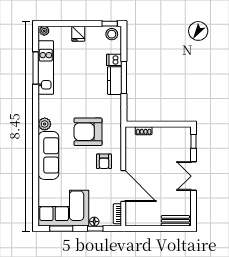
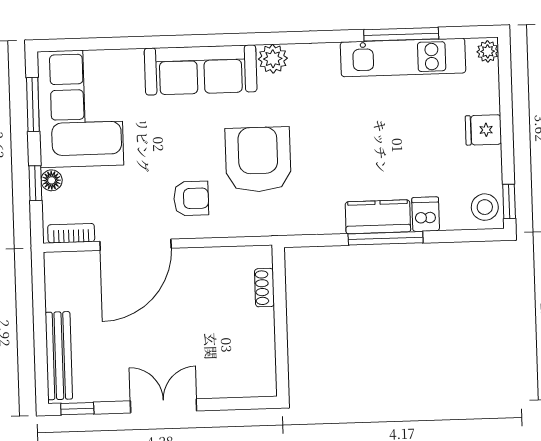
window: (194, 141) -> (77, 409), moved
armchair: (104, 161) -> (191, 198), turned 180
bench: (175, 221) -> (59, 356), width x1.36

